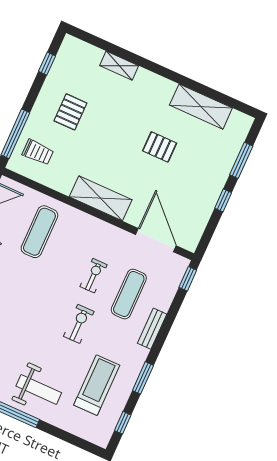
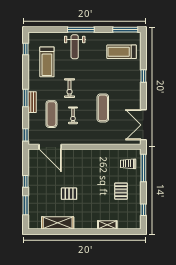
shelving: (101, 198) -> (87, 155), removed
exercise mat: (39, 232) -> (103, 108), moved
window: (143, 378) -> (26, 98), moved
weight bench: (39, 389) -> (75, 47), turned -90

